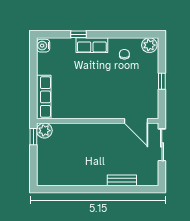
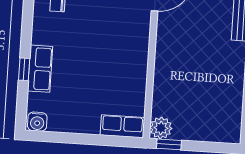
row of seats: (92, 45) -> (40, 69), moved
row of seats: (44, 97) -> (122, 126), width x0.68

